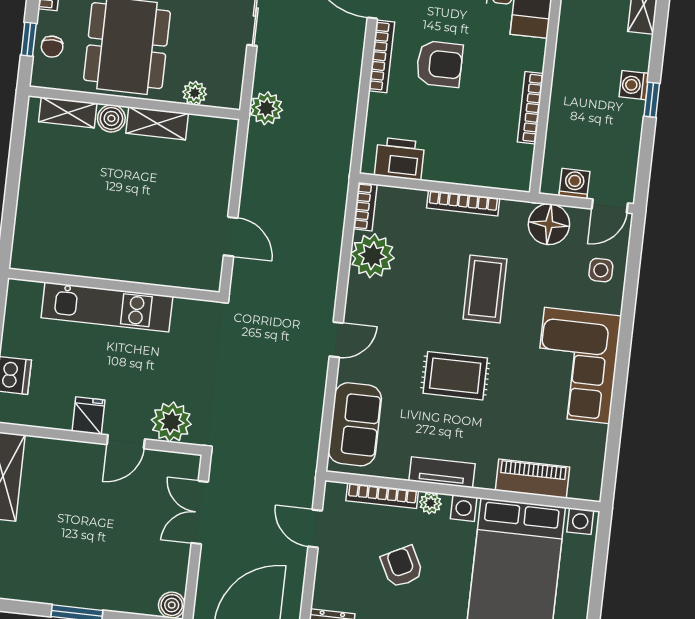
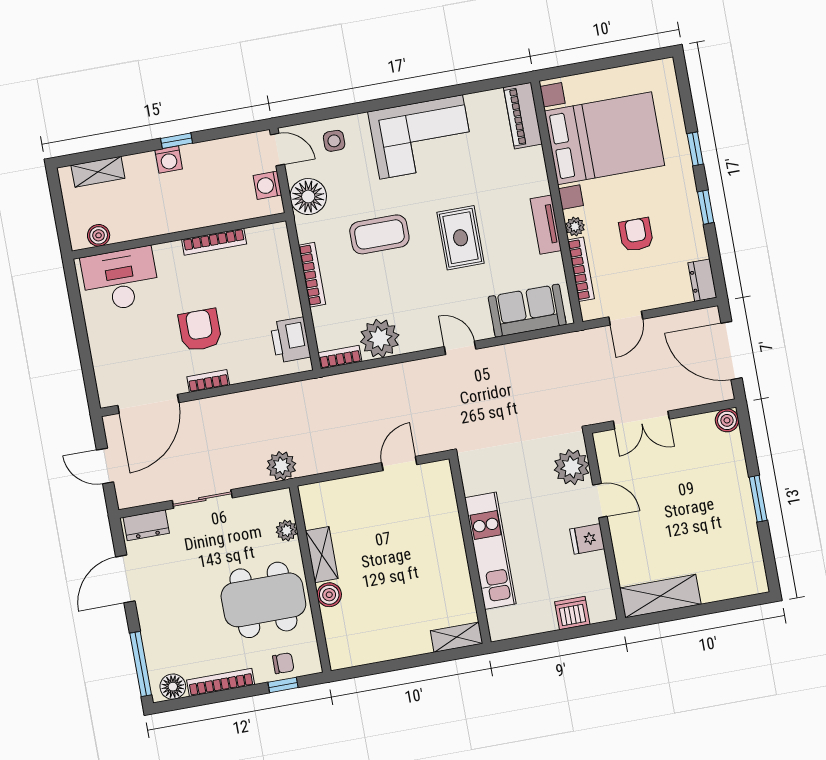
bookcase: (382, 56) -> (208, 381), width x0.64
shelving: (68, 112) -> (457, 637), moved, turned 90
piano: (532, 479) -> (523, 116), moved
armchair: (402, 567) -> (636, 235), turned 117

